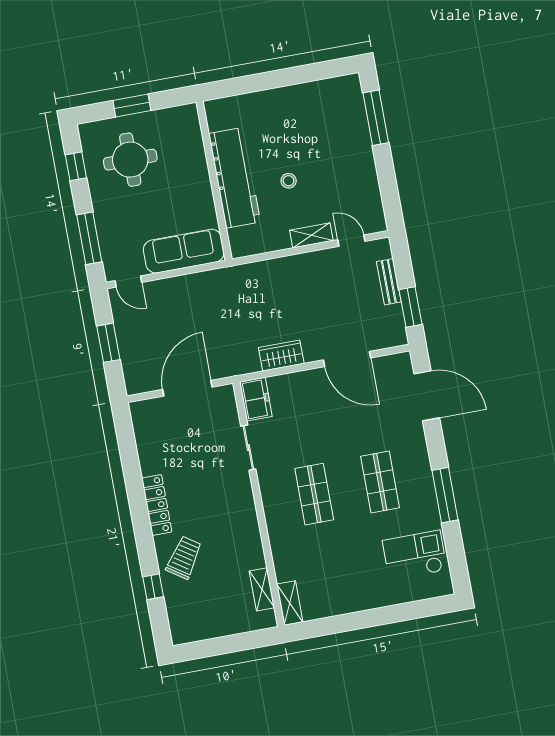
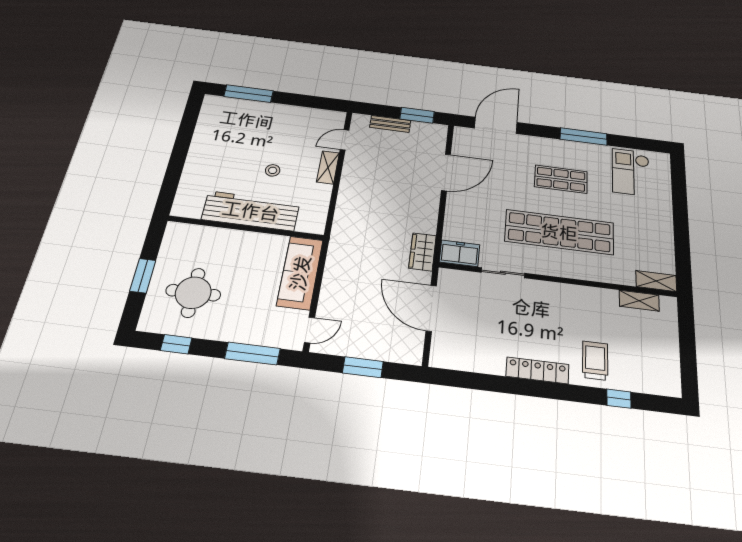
wardrobe: (281, 355) -> (423, 252), moved
shop shelf: (314, 494) -> (559, 232), width x2.00, depth x1.36
trolley: (184, 557) -> (595, 361), turned 56

